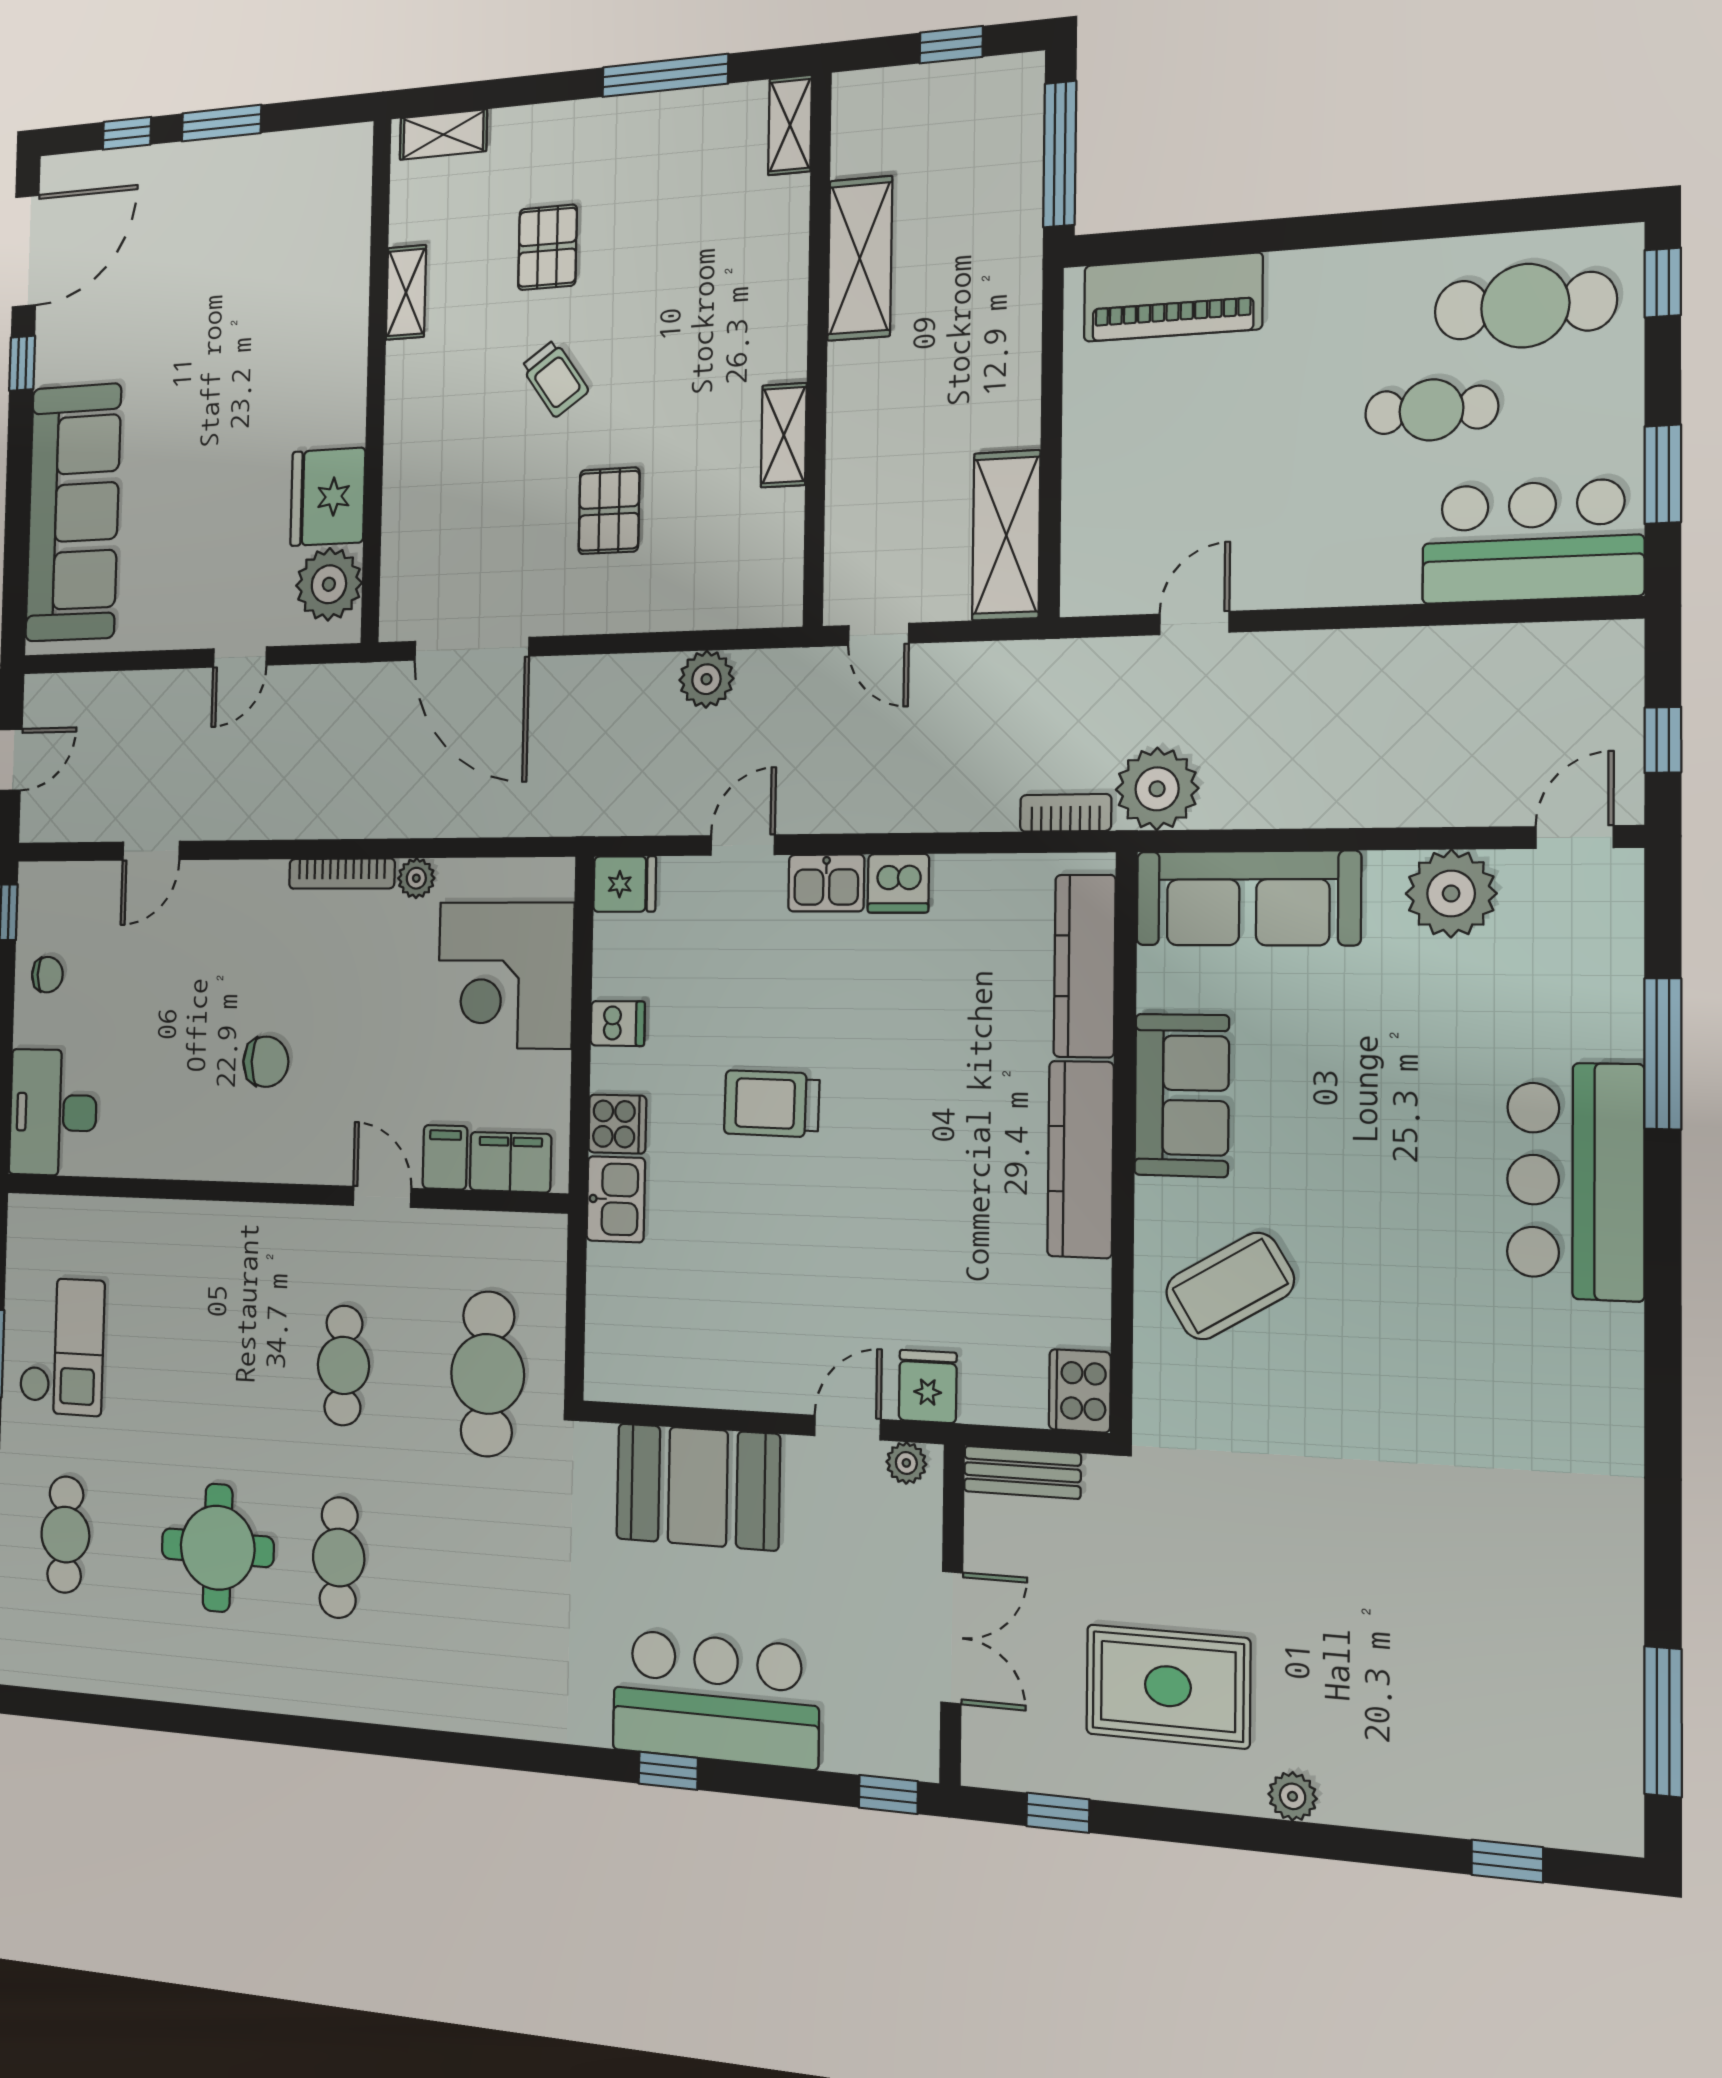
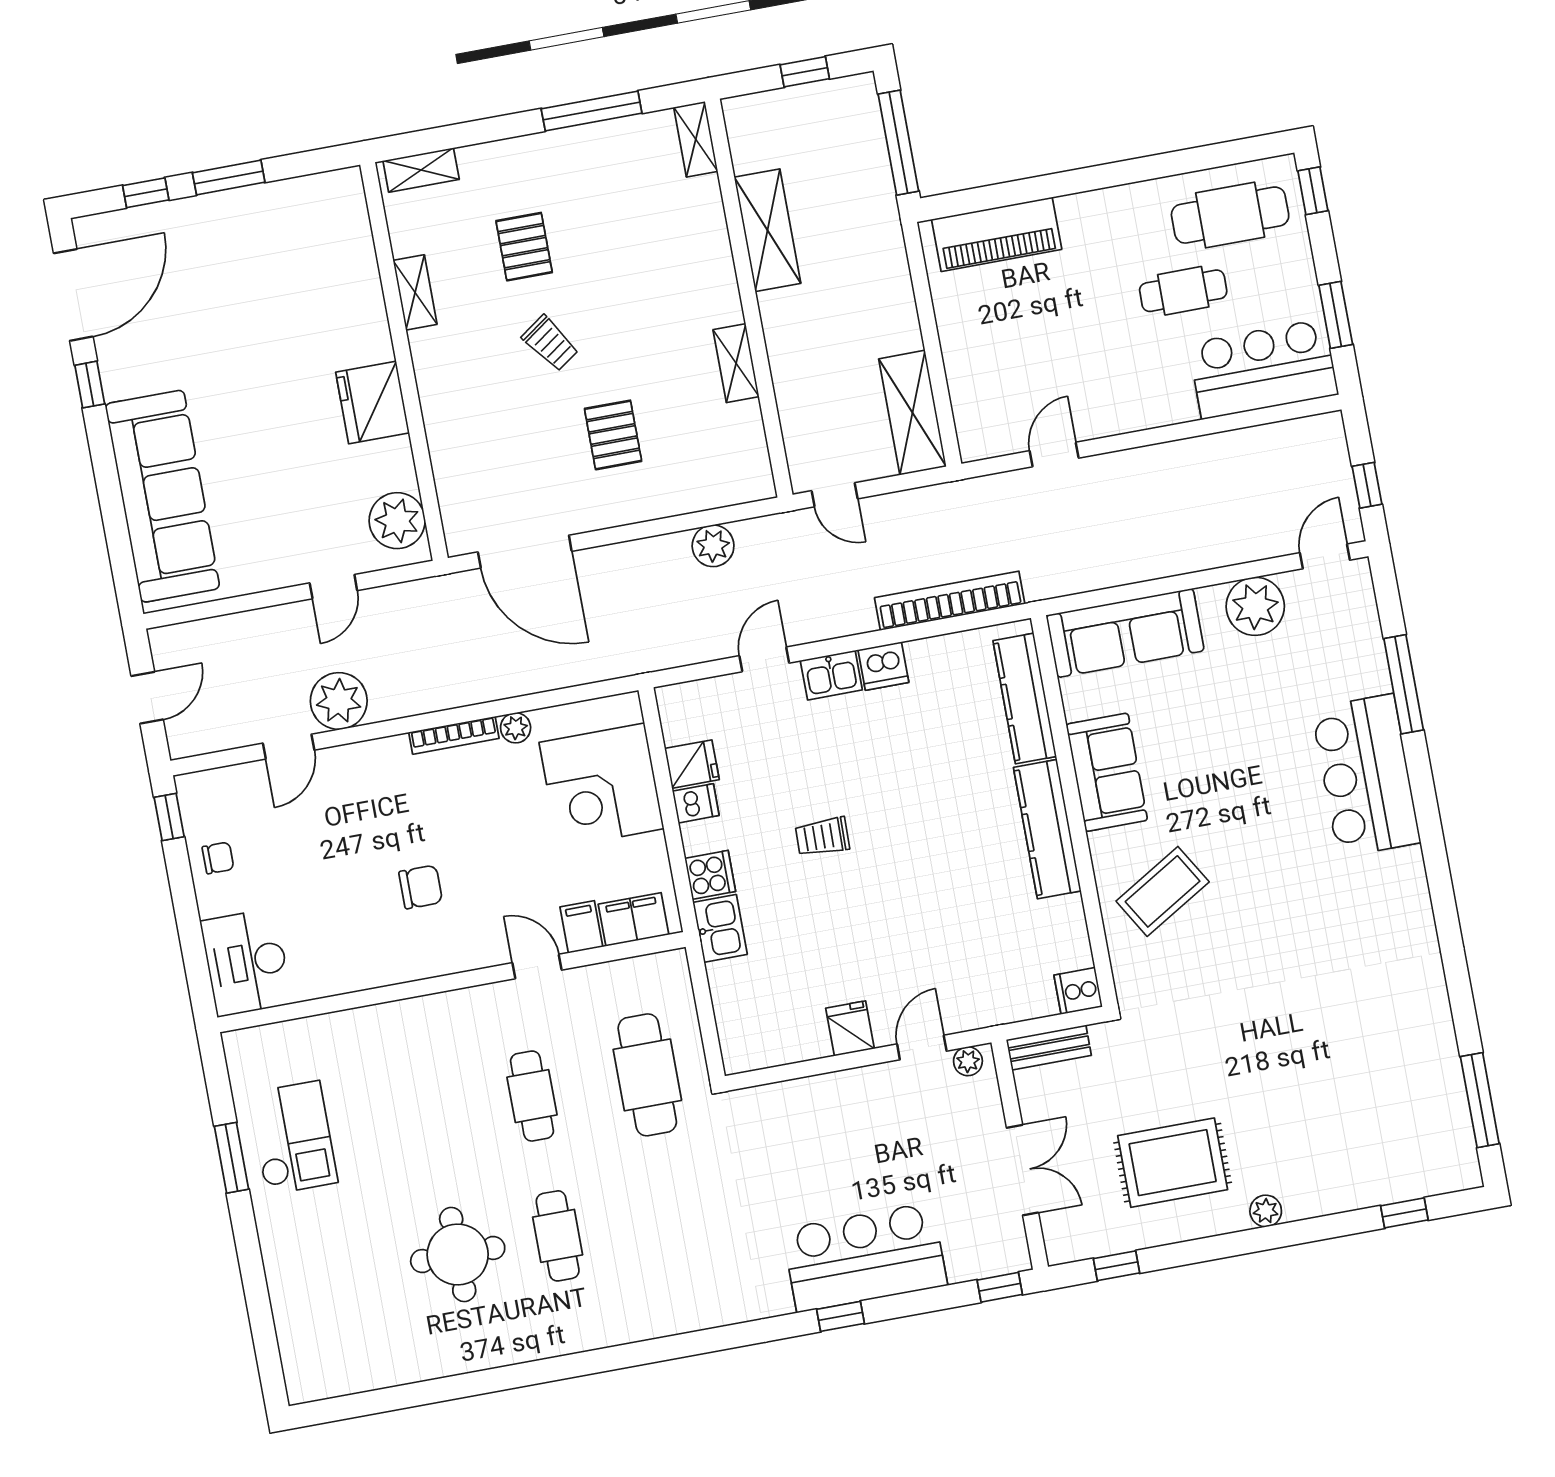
fridge: (328, 497) -> (372, 403), moved
plant: (1157, 789) -> (339, 701), moved
bookcase: (1066, 813) -> (950, 601), width x2.31, depth x1.31
fridge: (625, 884) -> (692, 764), moved
trolley: (772, 1104) -> (822, 837), width x0.73, depth x0.72
fridge: (928, 1386) -> (850, 1028), moved
cooker: (1080, 1391) -> (1078, 991), width x0.73
booth: (698, 1487) -> (822, 1115), removed
cafe table: (65, 1535) -> (327, 1278), removed

